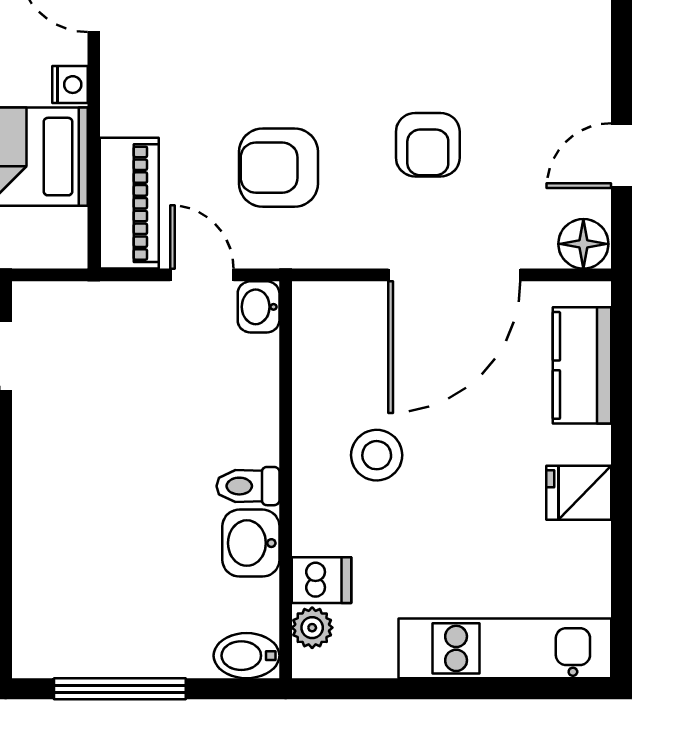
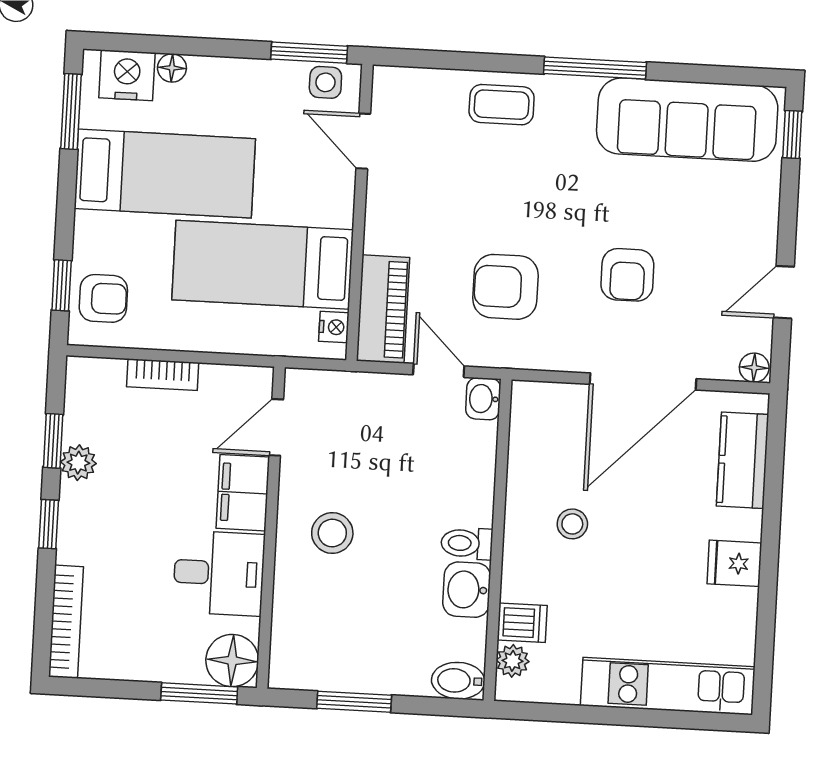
nightstand: (70, 85) -> (334, 327), moved
floor lamp: (583, 244) -> (754, 368), width x0.73, depth x0.73
stool: (377, 455) -> (572, 524), width x0.73, depth x0.73
stool: (82, 482) -> (332, 533), added
window: (120, 689) -> (354, 702), width x0.69

